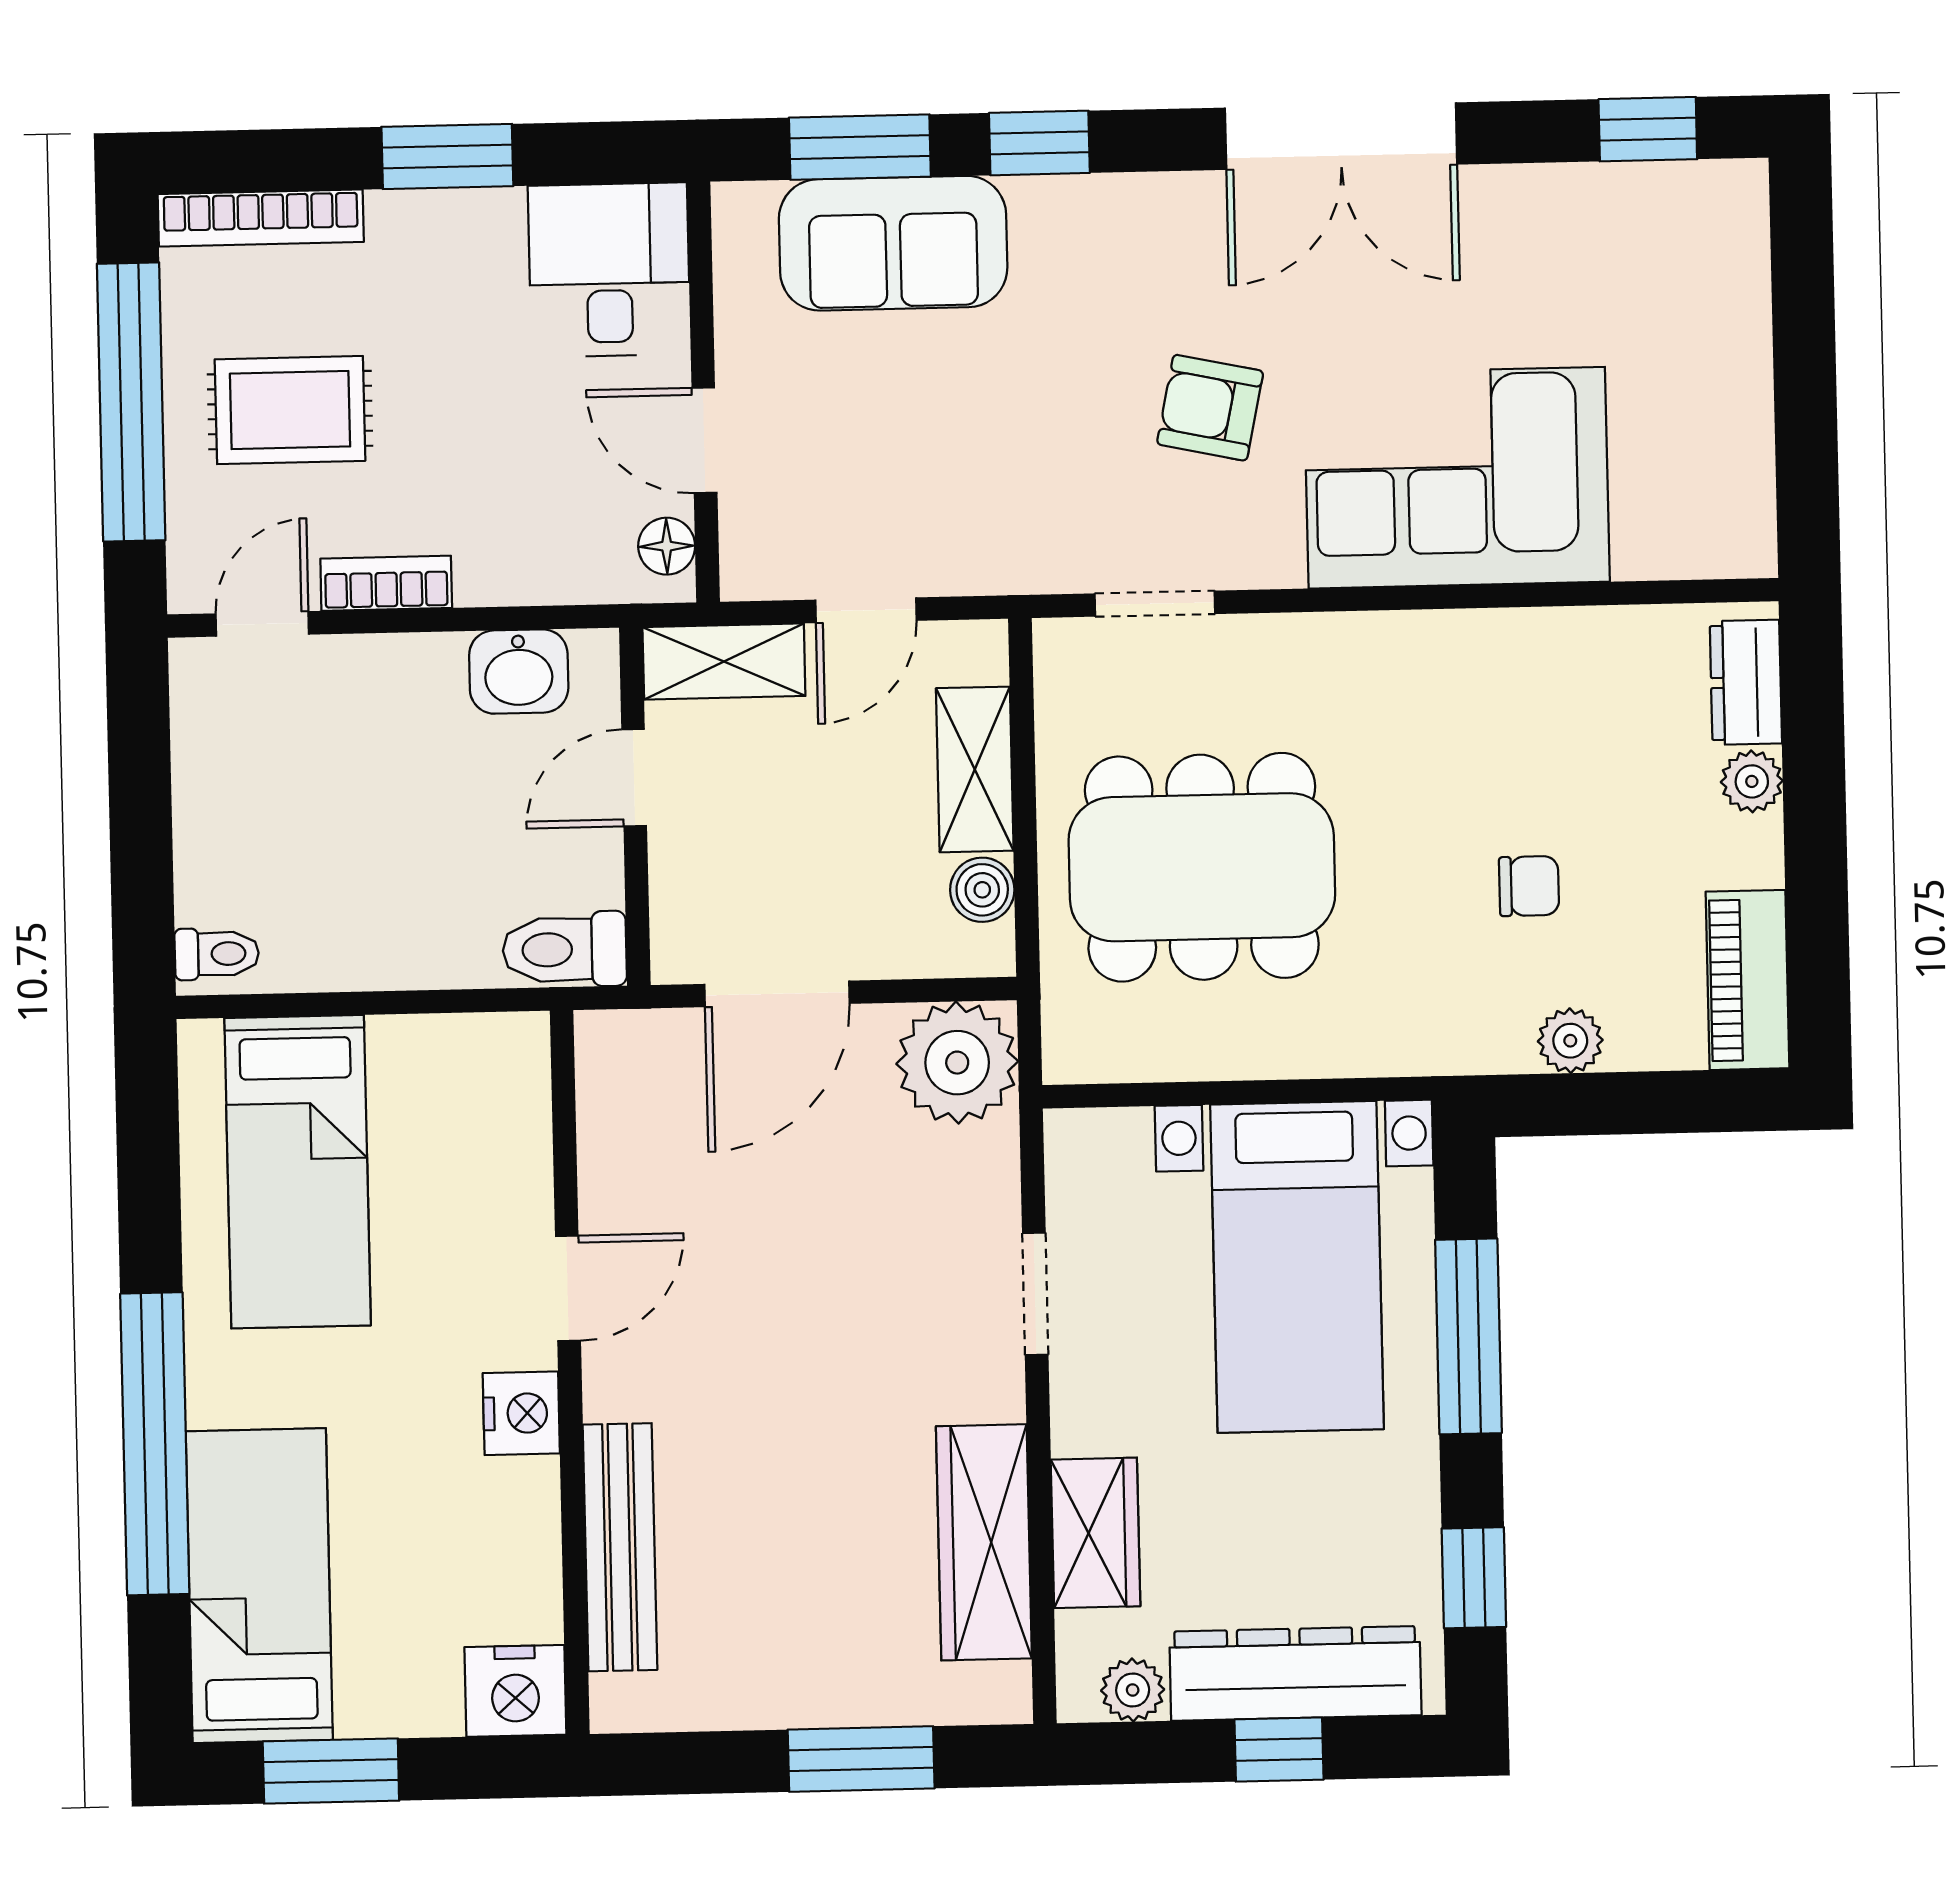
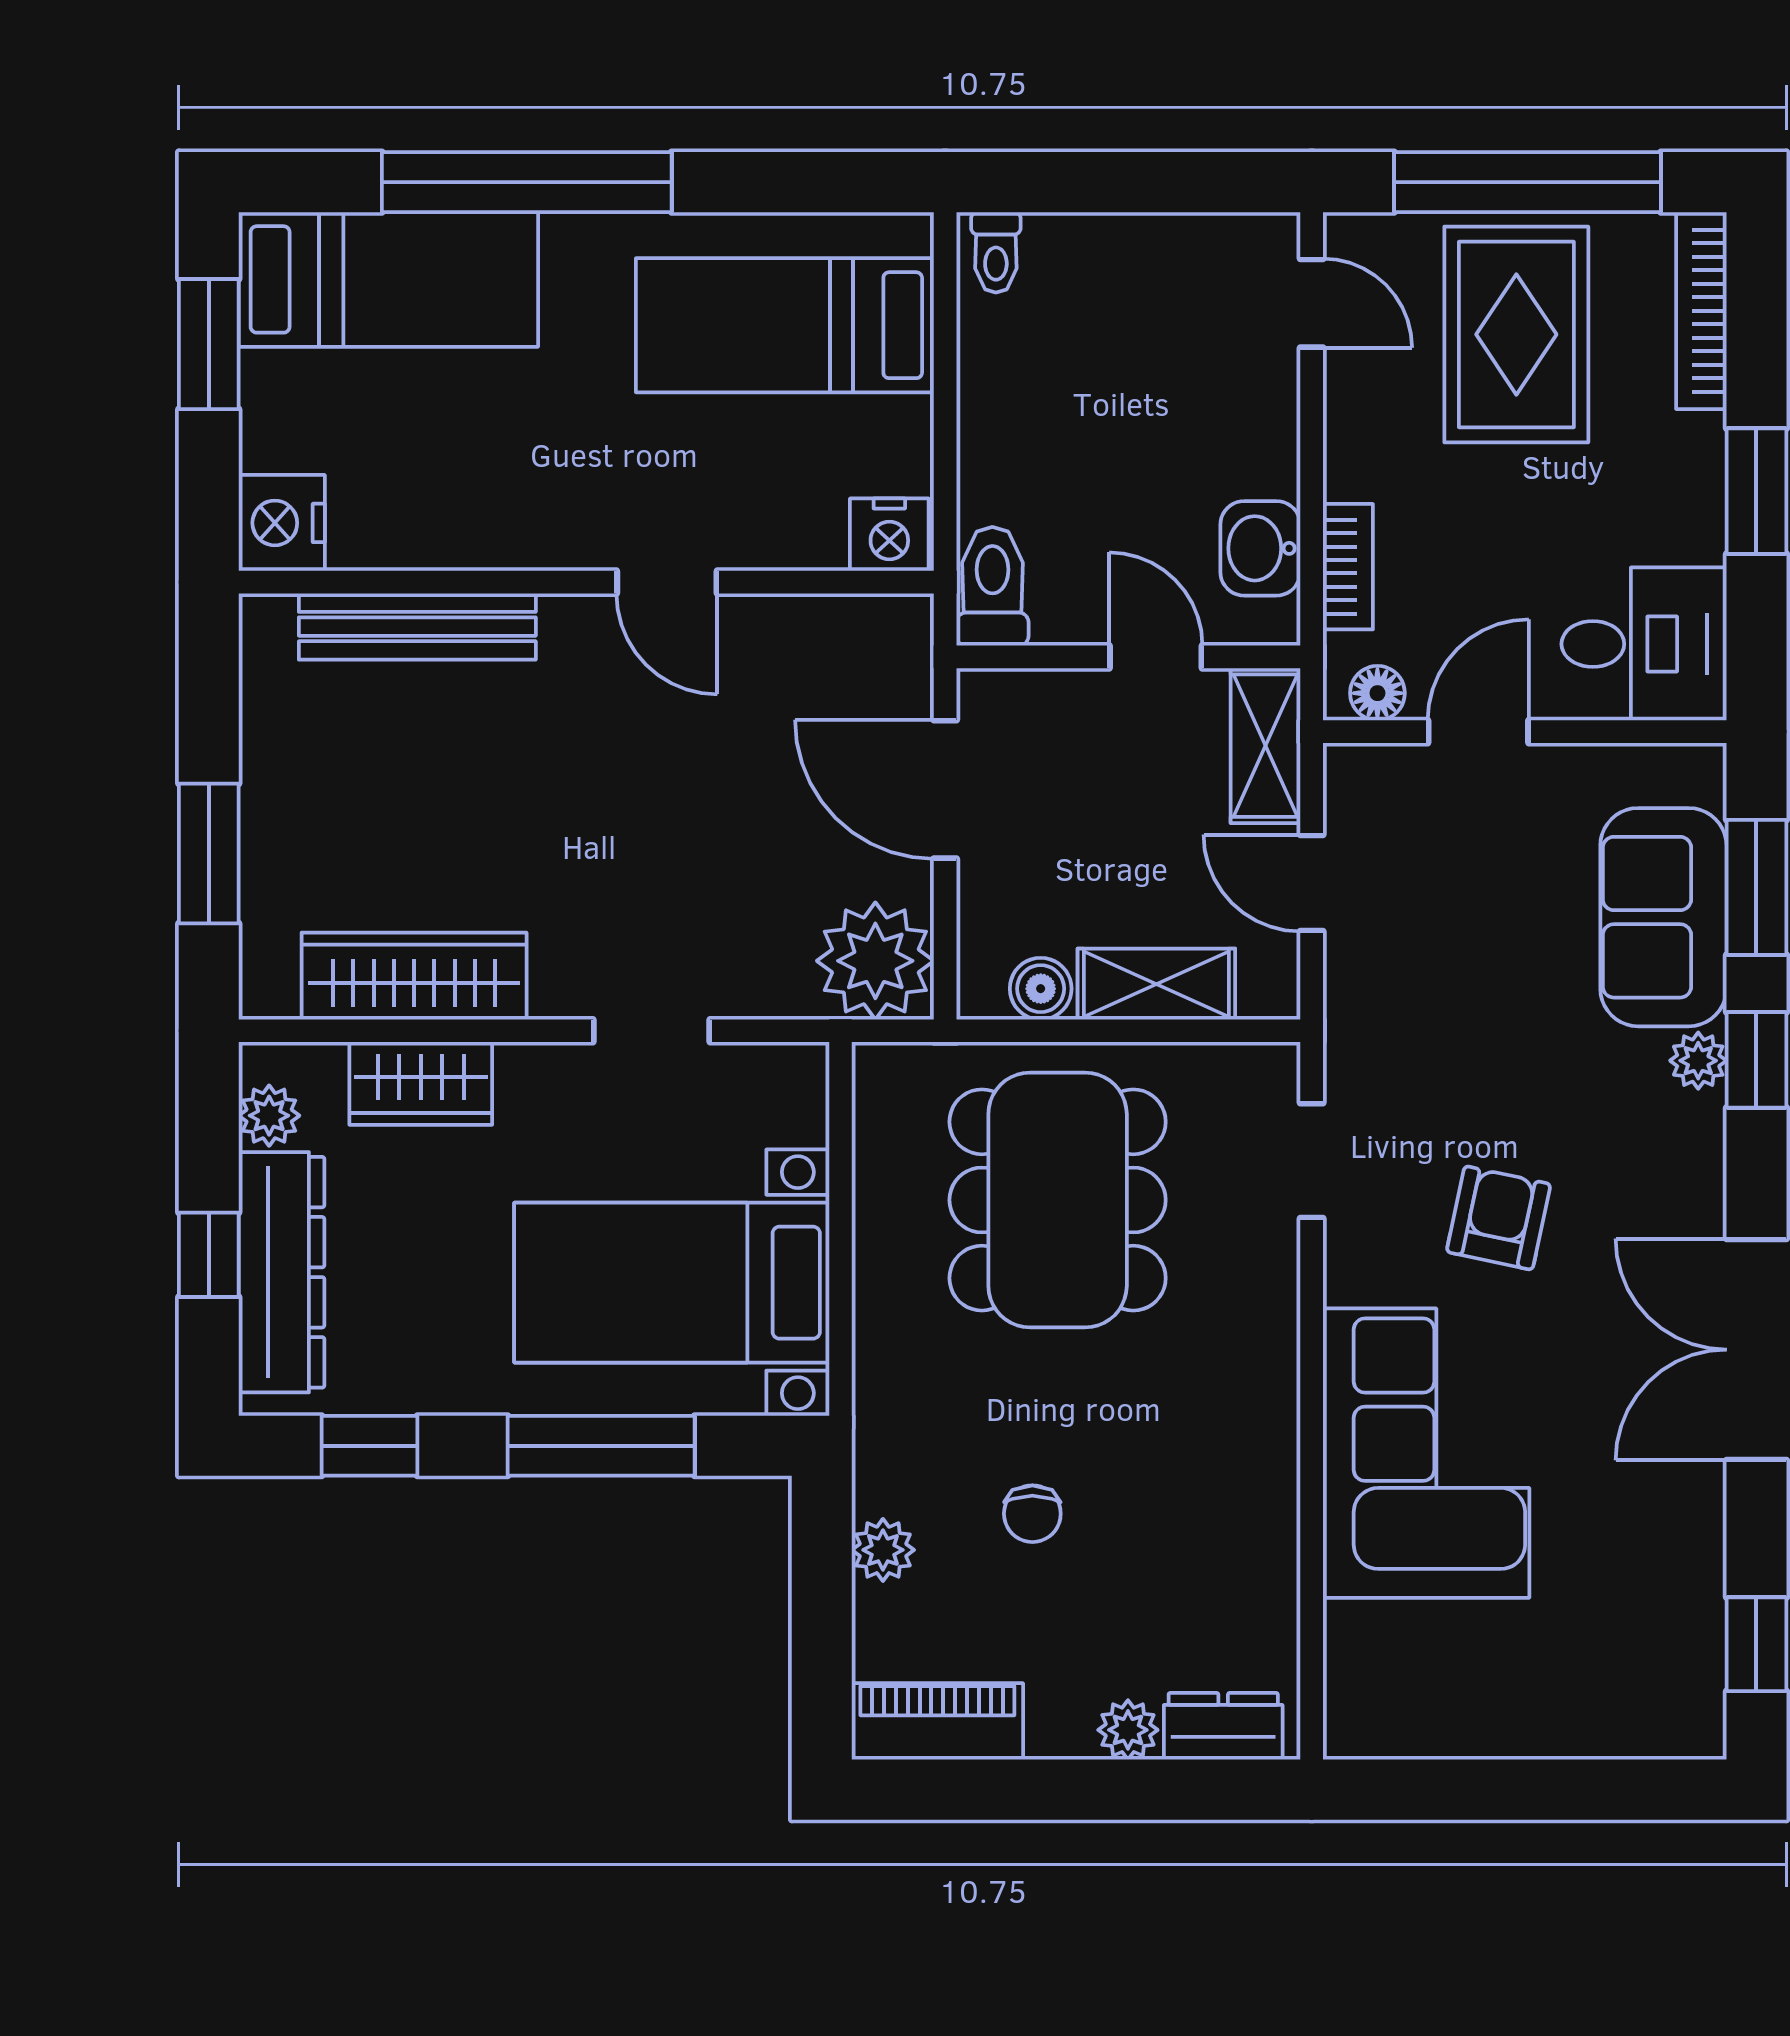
plant: (1042, 204) -> (1698, 1061), added
rug: (290, 410) -> (1516, 334), width x1.36, depth x1.43
bookcase: (386, 583) -> (1348, 567), moved
nightstand: (521, 1413) -> (889, 535), moved

